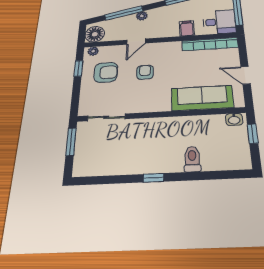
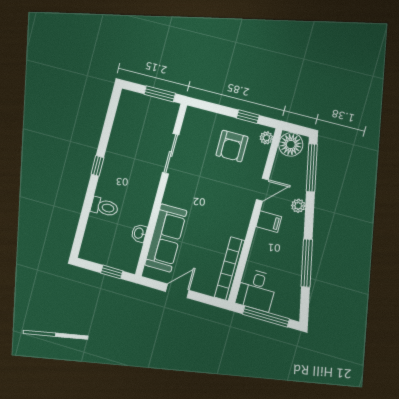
window: (124, 13) -> (312, 168), moved
filing cabinet: (187, 28) -> (269, 222), moved
door: (136, 42) -> (262, 190), swing flipped
armchair: (145, 72) -> (217, 189), removed
sliding door: (106, 117) -> (171, 154), moved
washbasin: (234, 119) -> (139, 233), moved

